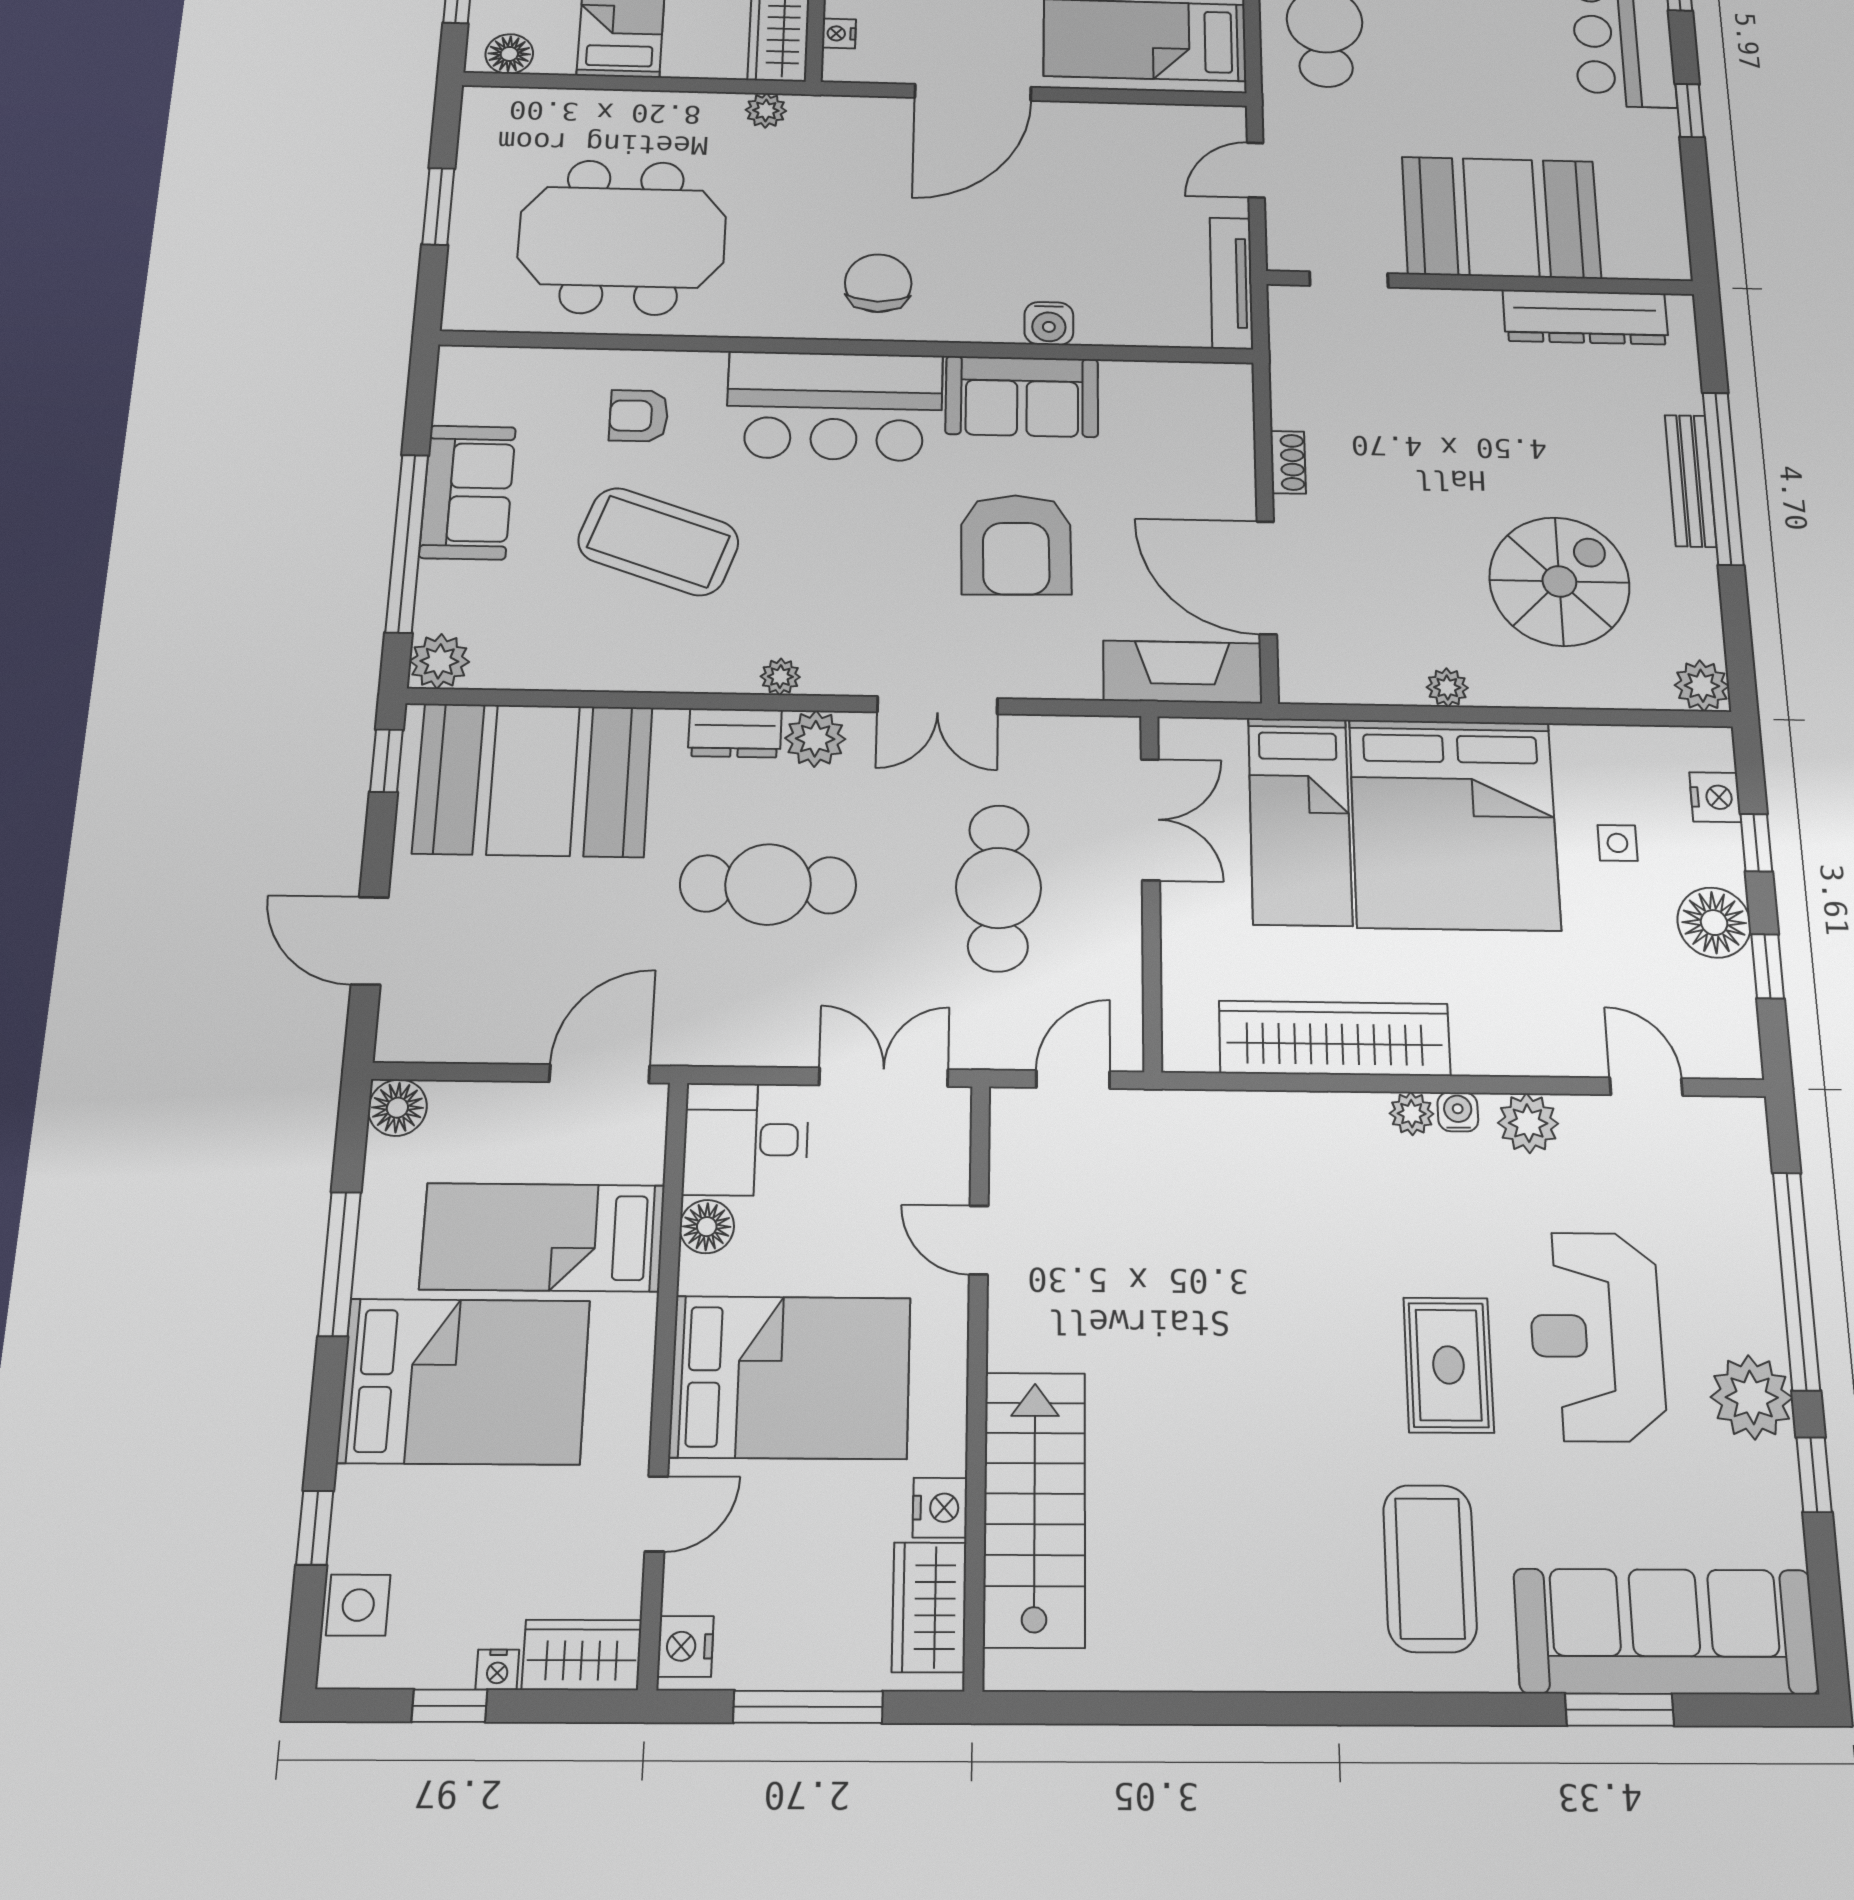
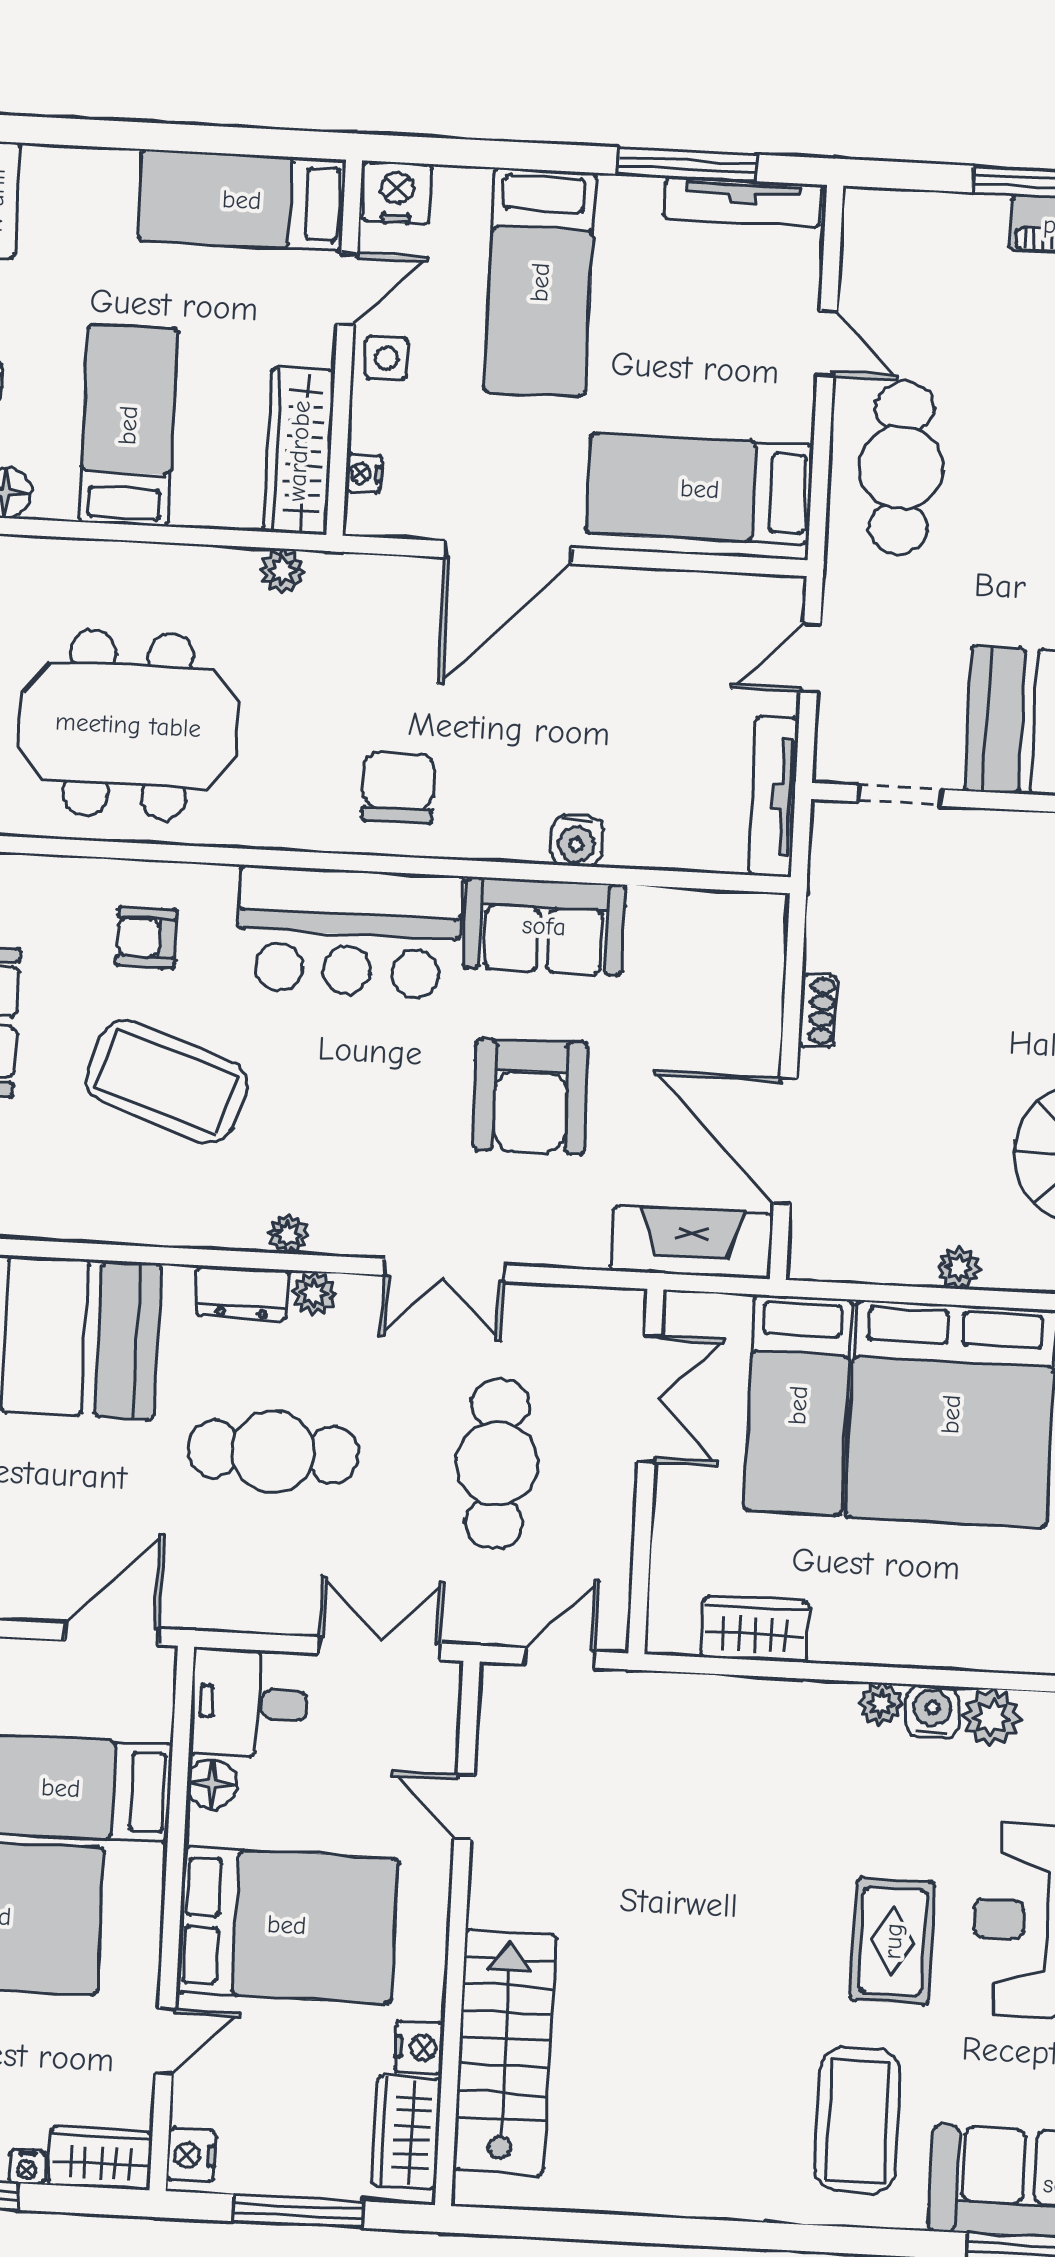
plant: (815, 739) -> (314, 1293), width x0.73, depth x0.73
wardrobe: (1334, 1038) -> (755, 1629), width x0.48, depth x0.85
water cooler: (1458, 1112) -> (932, 1712), width x1.38, depth x1.38

